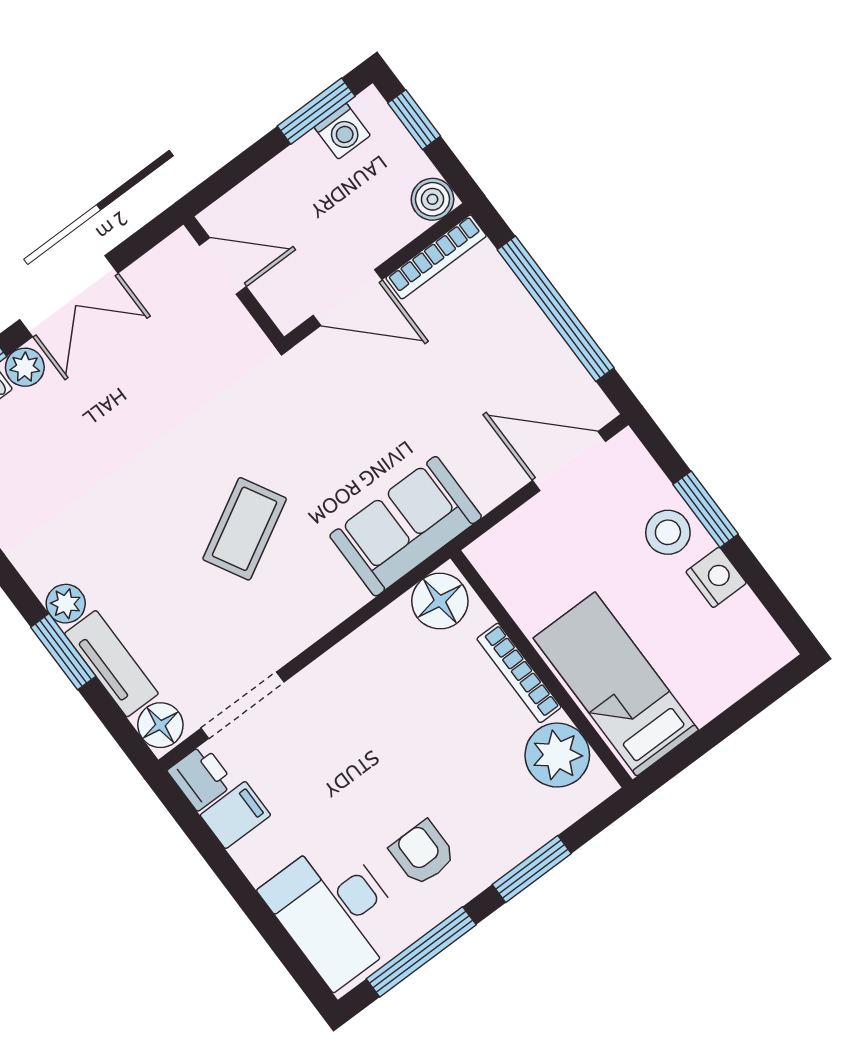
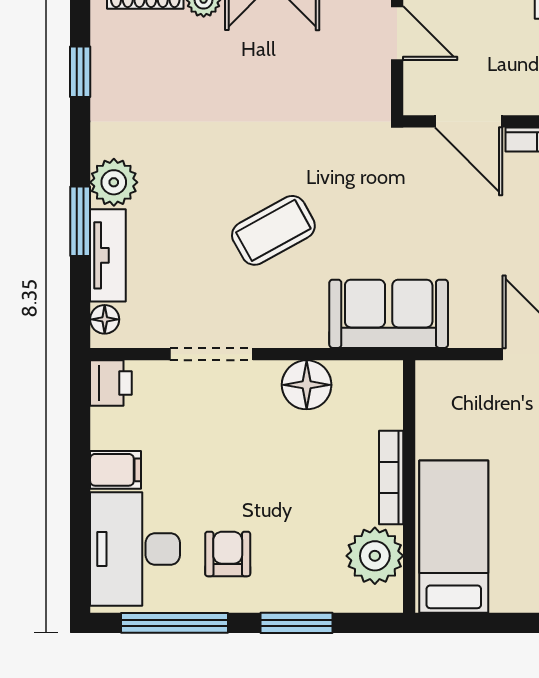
floor lamp: (440, 601) -> (307, 385), moved
plant: (66, 604) -> (114, 182), width x1.38, depth x1.38
doorway: (243, 705) -> (211, 354), moved
floor lamp: (160, 725) -> (105, 319), width x0.73, depth x0.73
filing cabinet: (235, 815) -> (115, 470), moved

